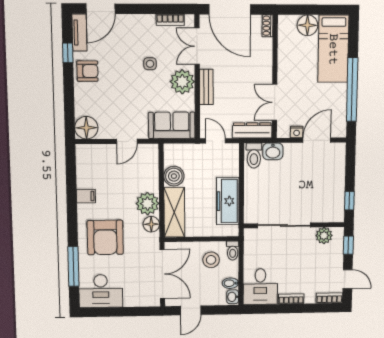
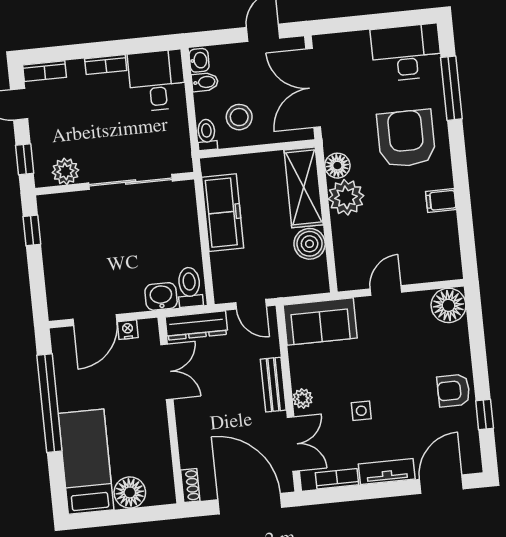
tv unit: (79, 32) -> (387, 472), moved, turned 90
plant: (182, 82) -> (303, 398), width x0.53, depth x0.53

